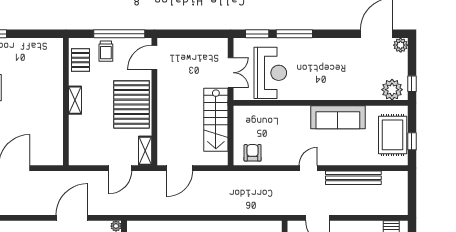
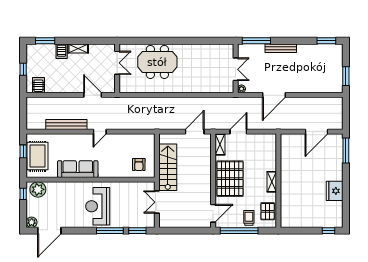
reception desk: (270, 73) -> (98, 206), moved
armchair: (253, 153) -> (139, 165), moved

